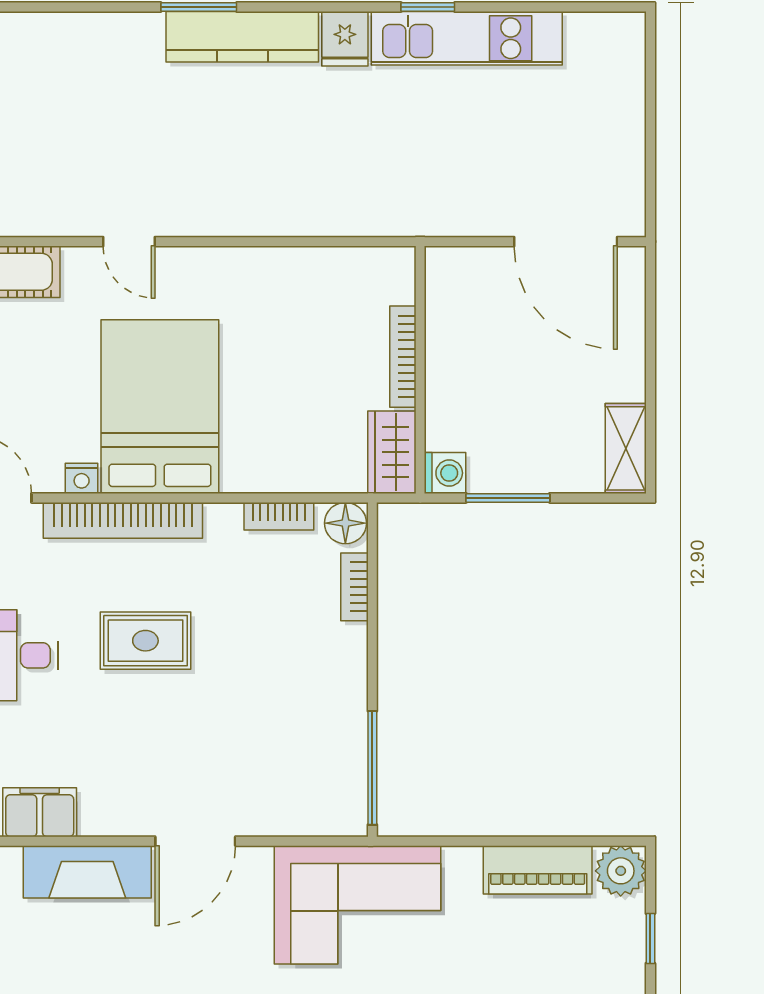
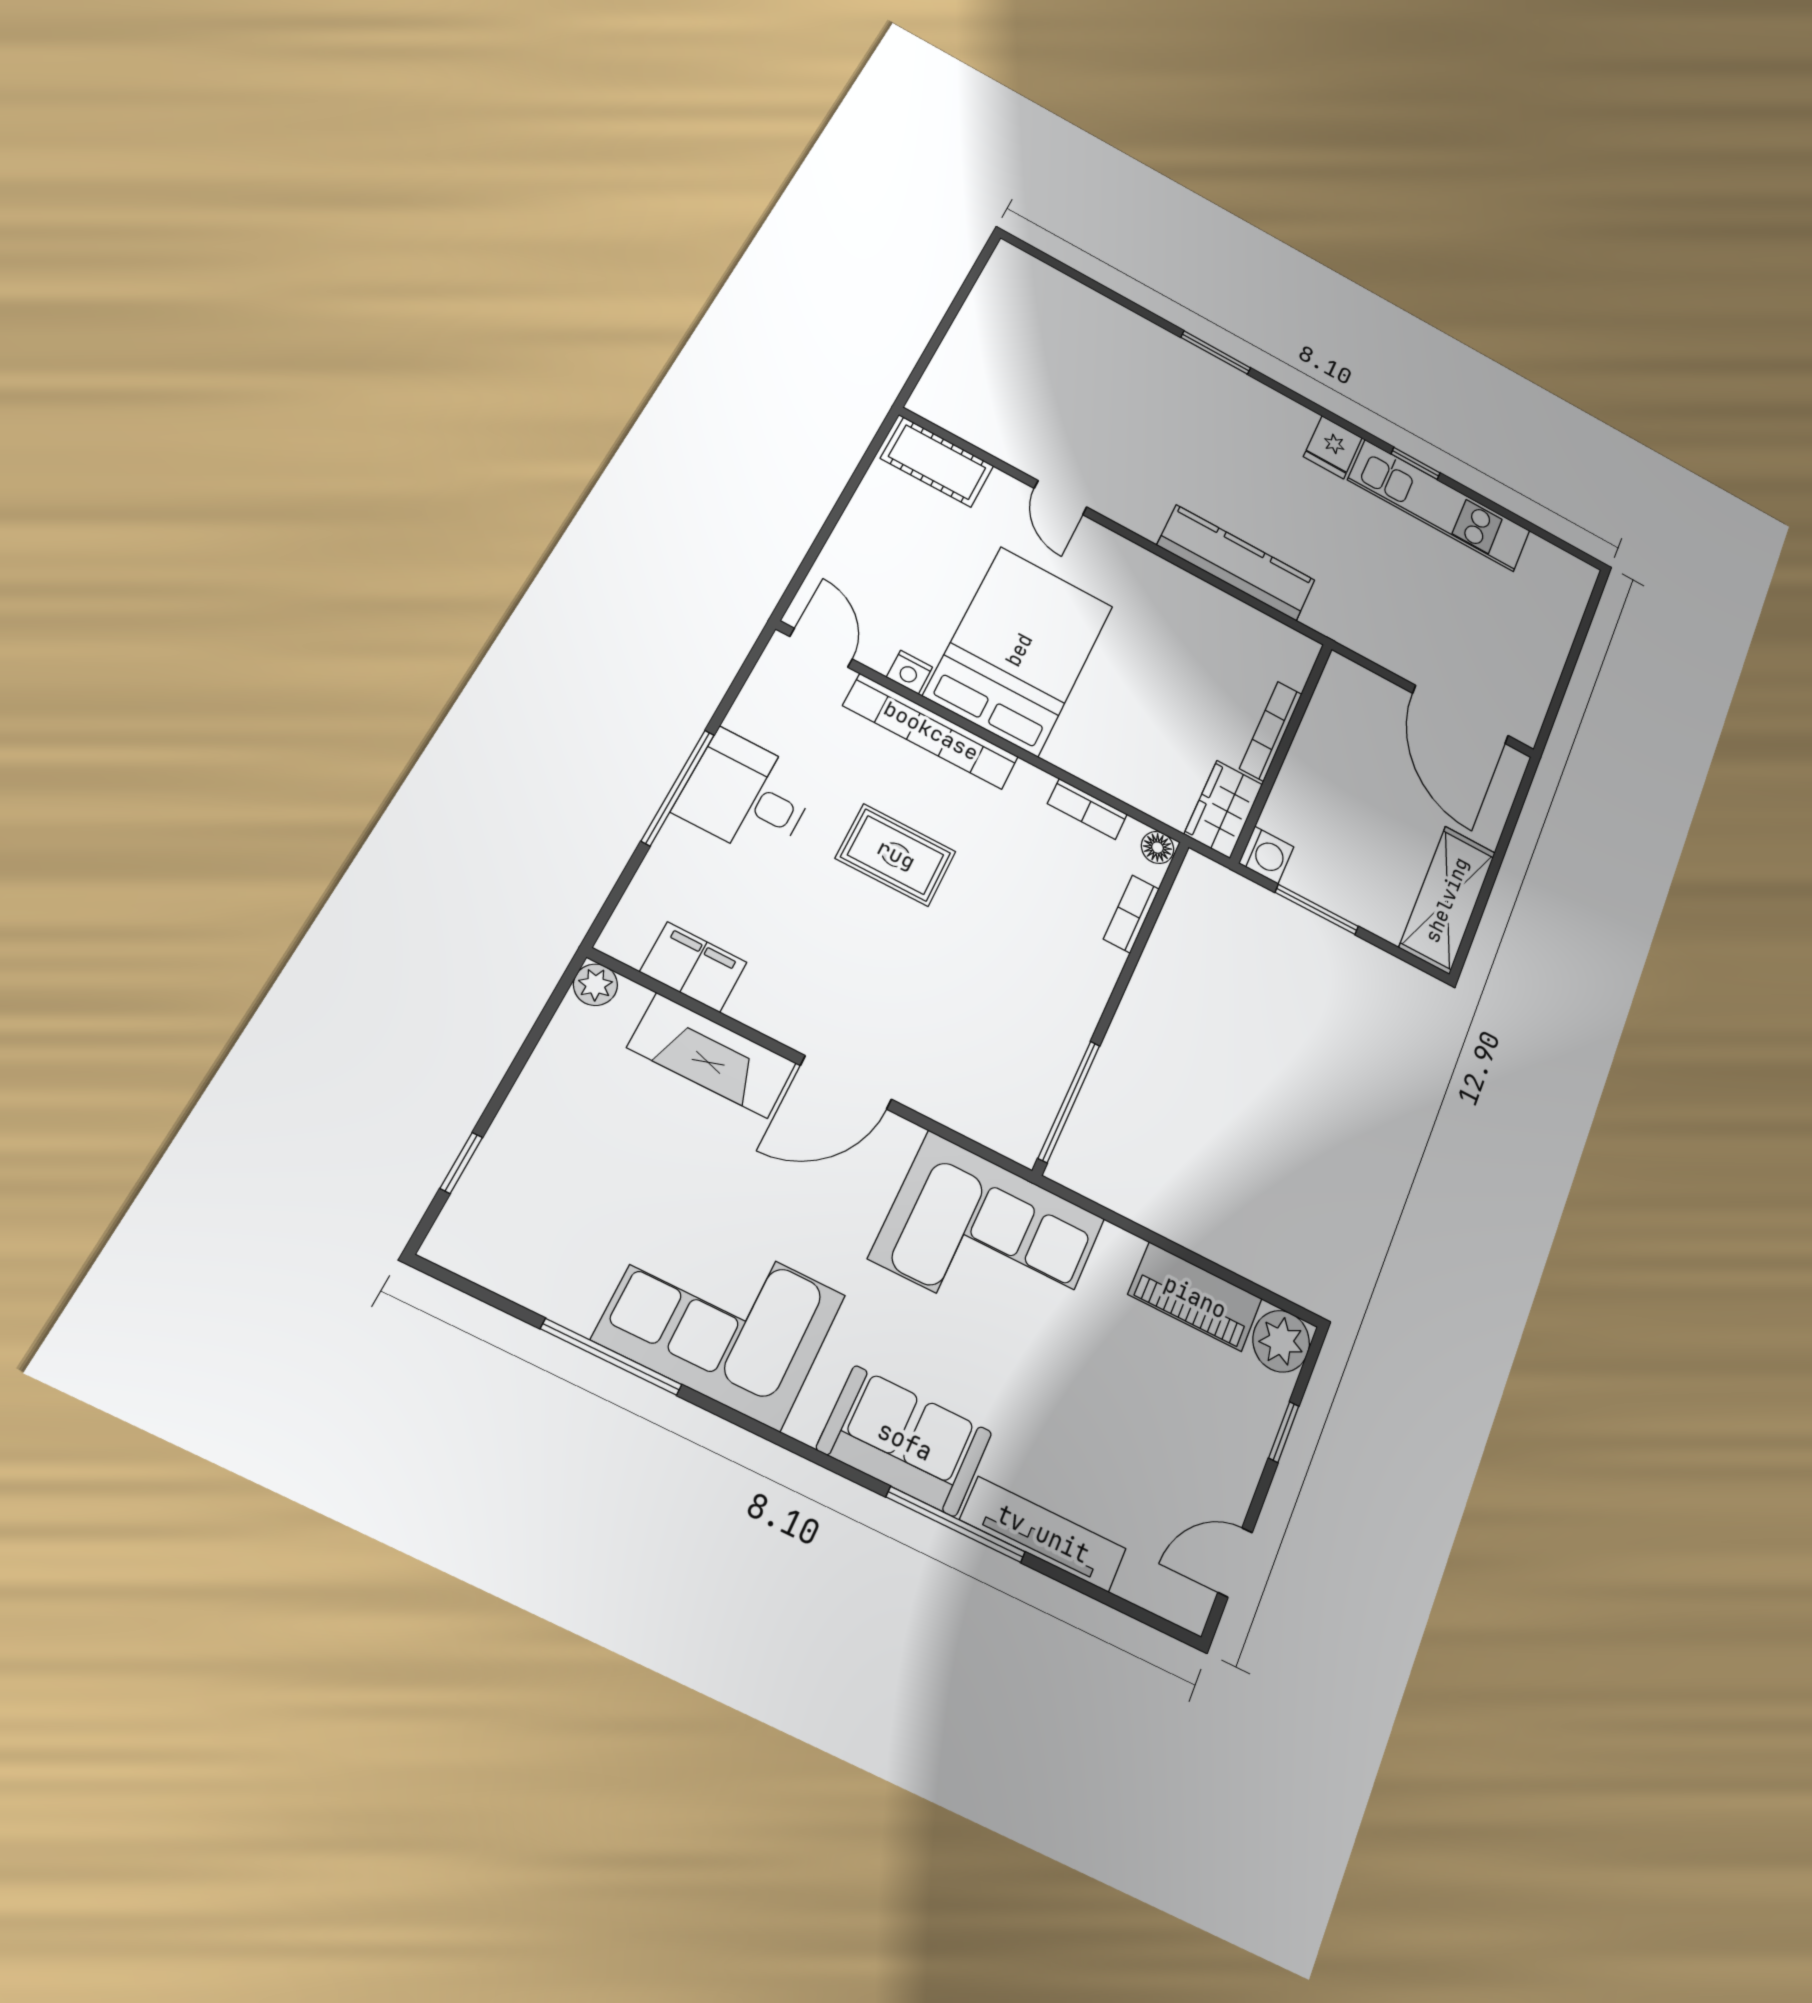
kitchen counter: (242, 37) -> (1236, 563), moved, turned 180
shelving: (626, 448) -> (1447, 900), width x1.50, depth x1.33
floor lamp: (345, 523) -> (1158, 848), width x0.73, depth x0.73

